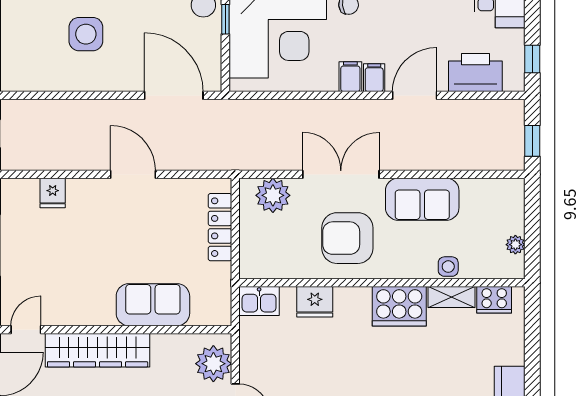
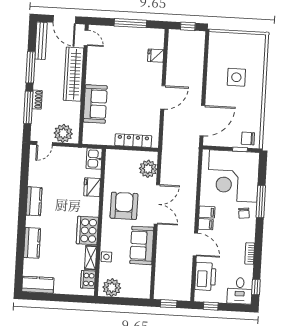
plant: (515, 245) -> (112, 288), width x1.87, depth x1.87

